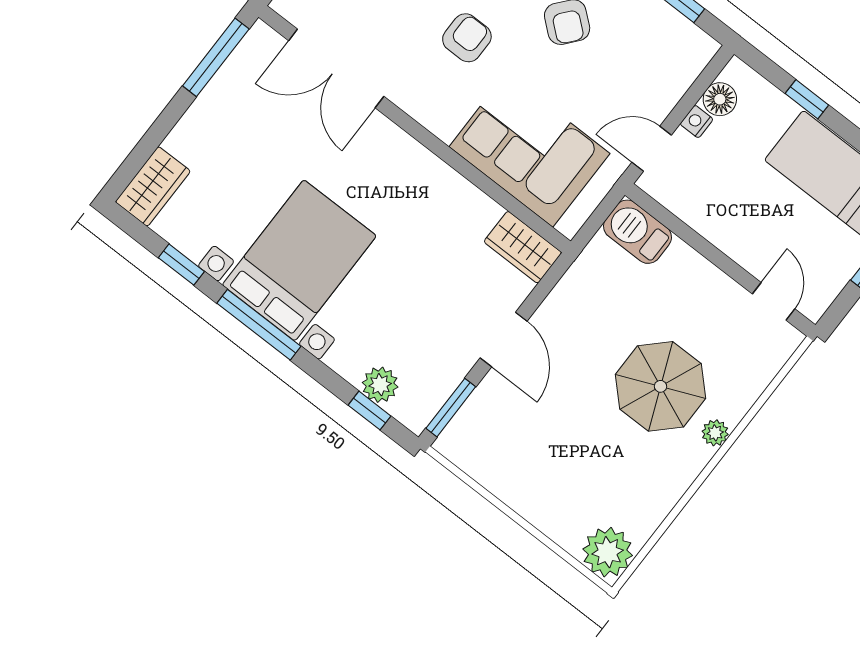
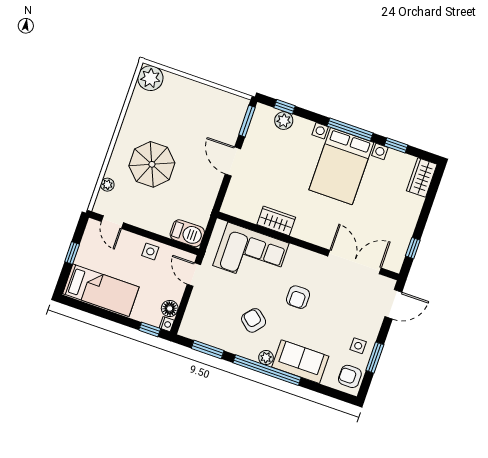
window: (216, 57) -> (413, 248), width x0.46
window: (807, 99) -> (150, 329), moved
nightstand: (697, 122) -> (167, 324), moved
door: (652, 149) -> (194, 274), swing flipped
side table: (720, 221) -> (150, 251), added
wardrobe: (523, 247) -> (276, 221), moved
plant: (715, 433) -> (107, 185), moved

